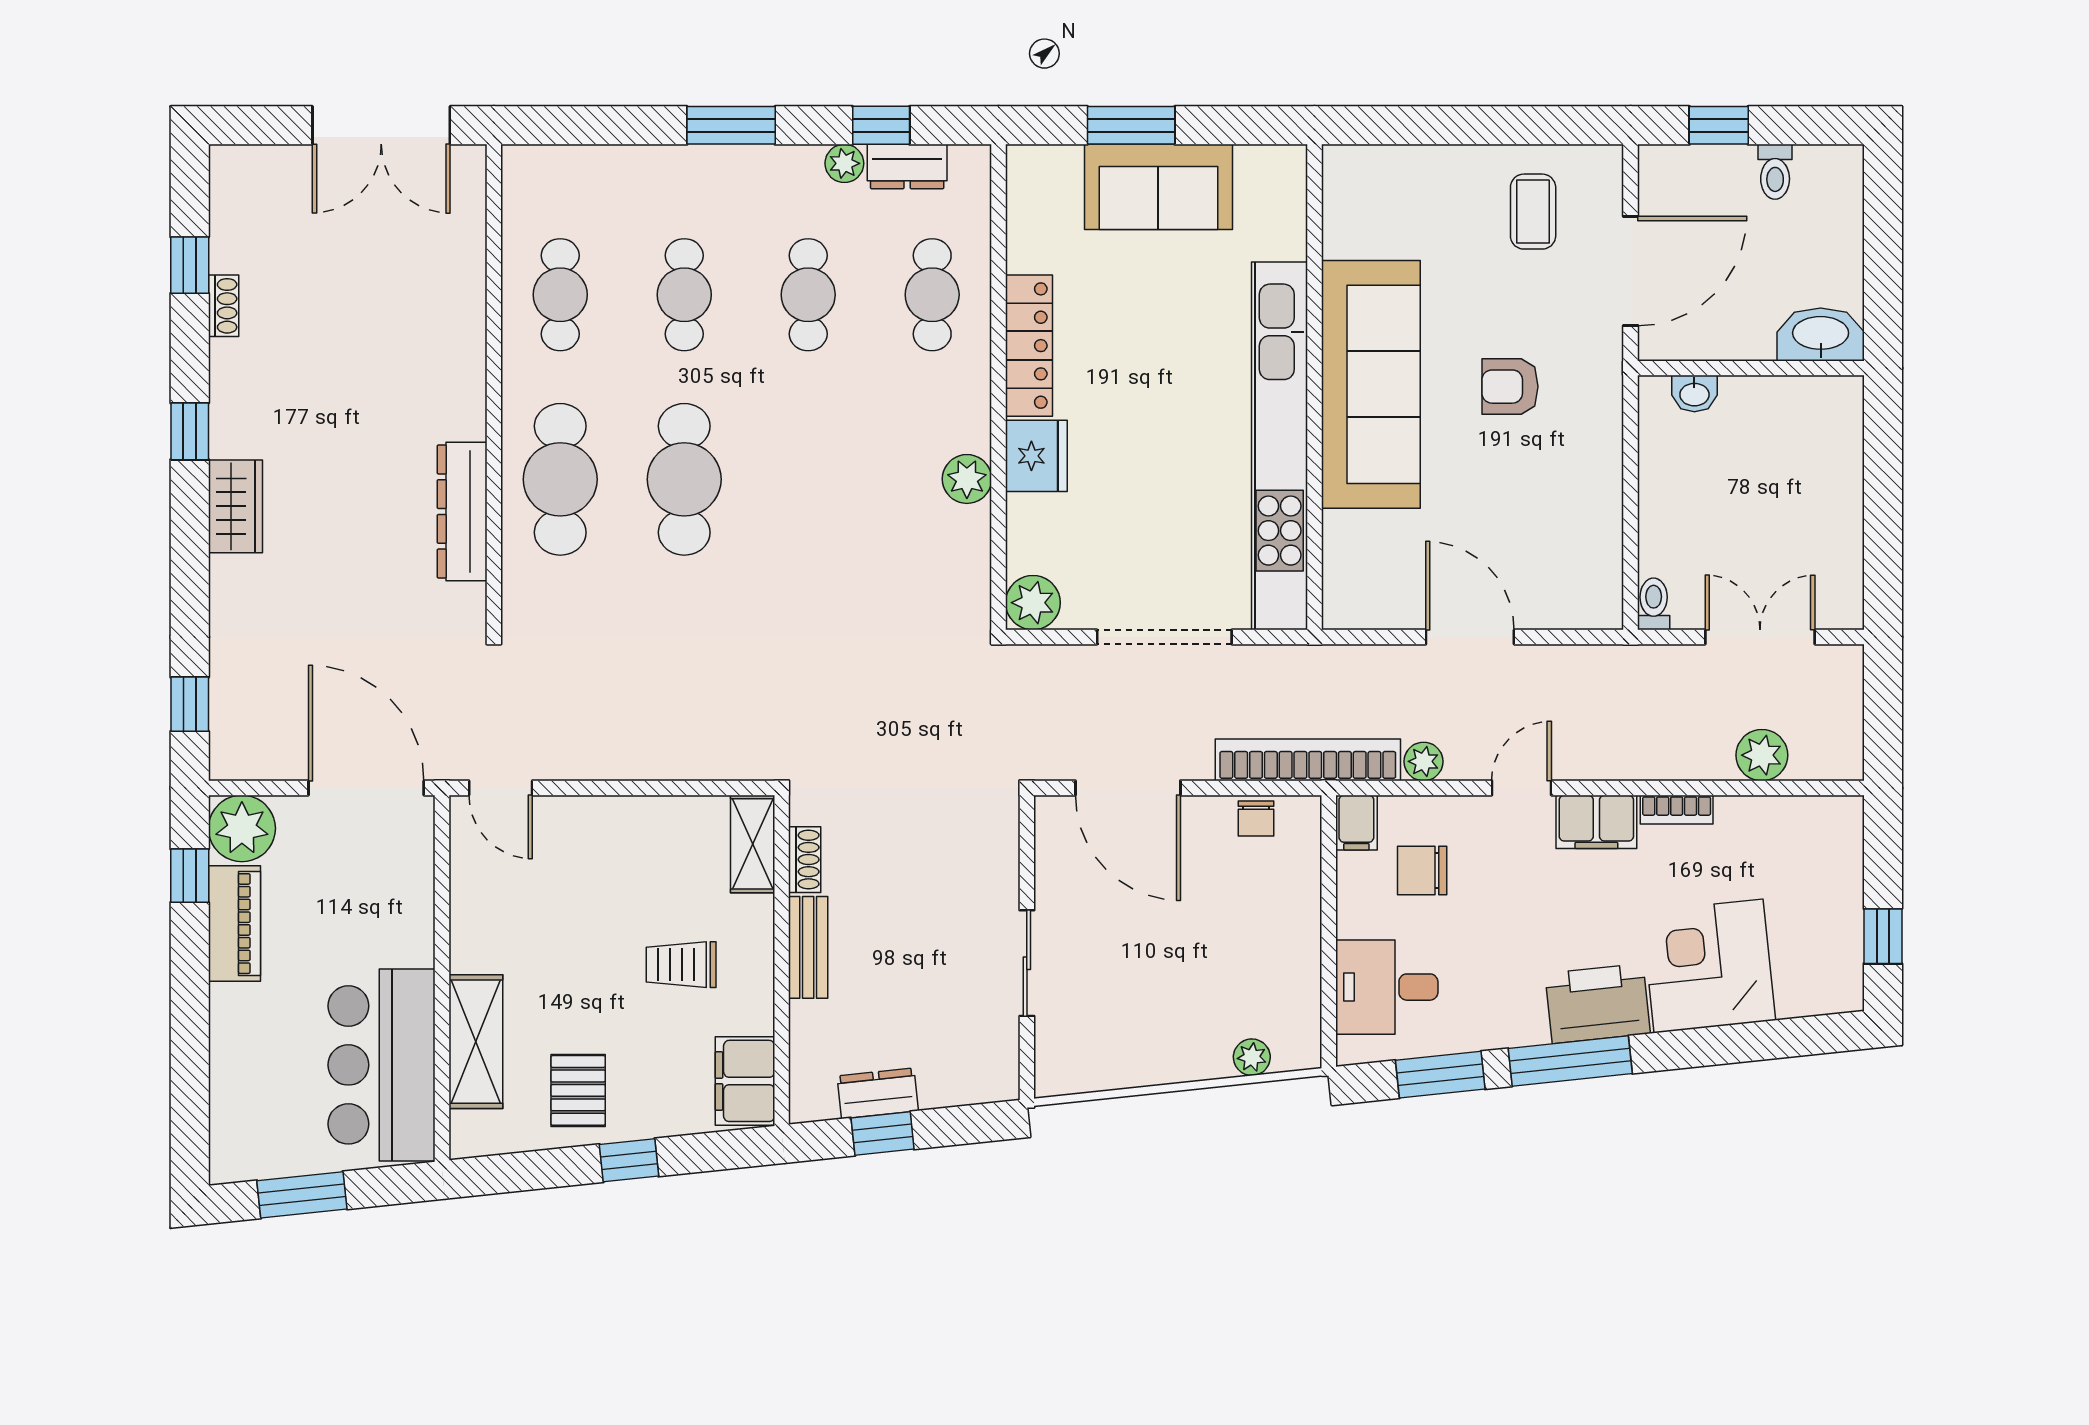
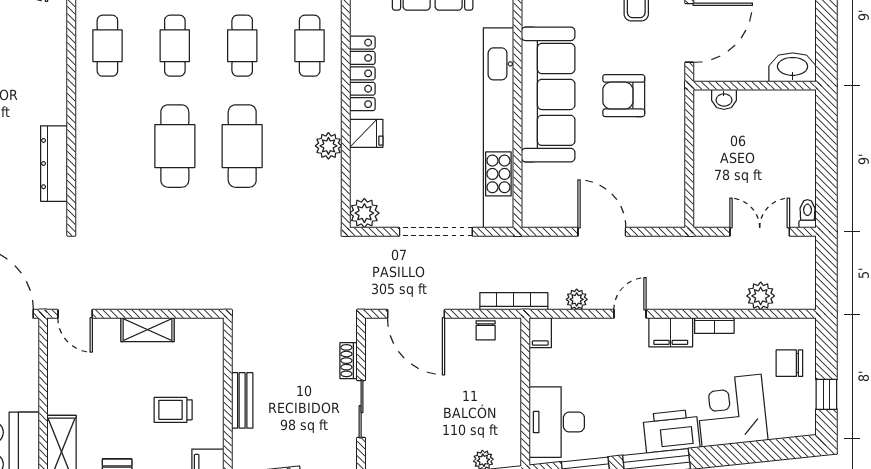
armchair: (1510, 387) -> (624, 96), width x1.38, depth x1.38
fridge: (1036, 456) -> (366, 133), width x0.72
cafe table: (560, 479) -> (242, 146), moved
toilet: (1654, 604) -> (807, 214), moved
bookcase: (1308, 760) -> (514, 301), width x0.68, depth x0.76
shelving: (753, 844) -> (147, 330), moved, turned 90
shoe rack: (805, 860) -> (349, 361), moved, turned 180
chair: (1422, 870) -> (789, 363), moved
desk: (1387, 987) -> (557, 422), width x1.37

